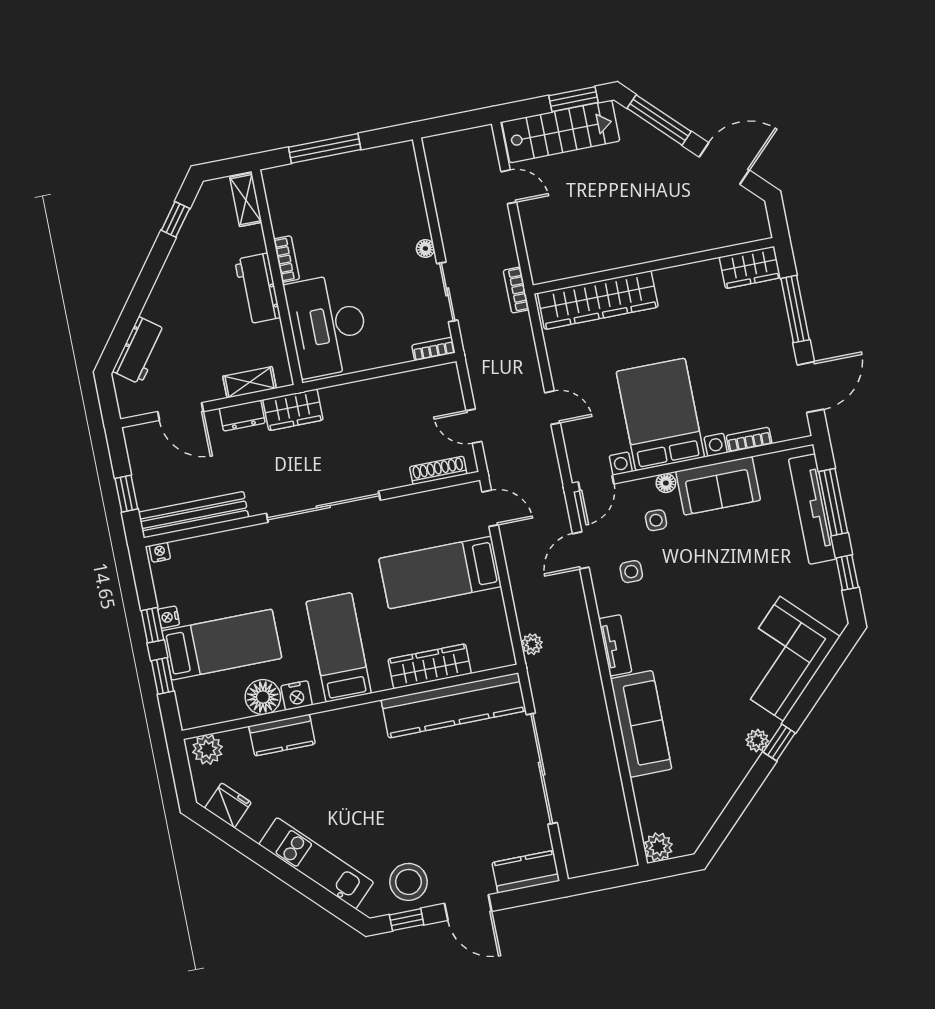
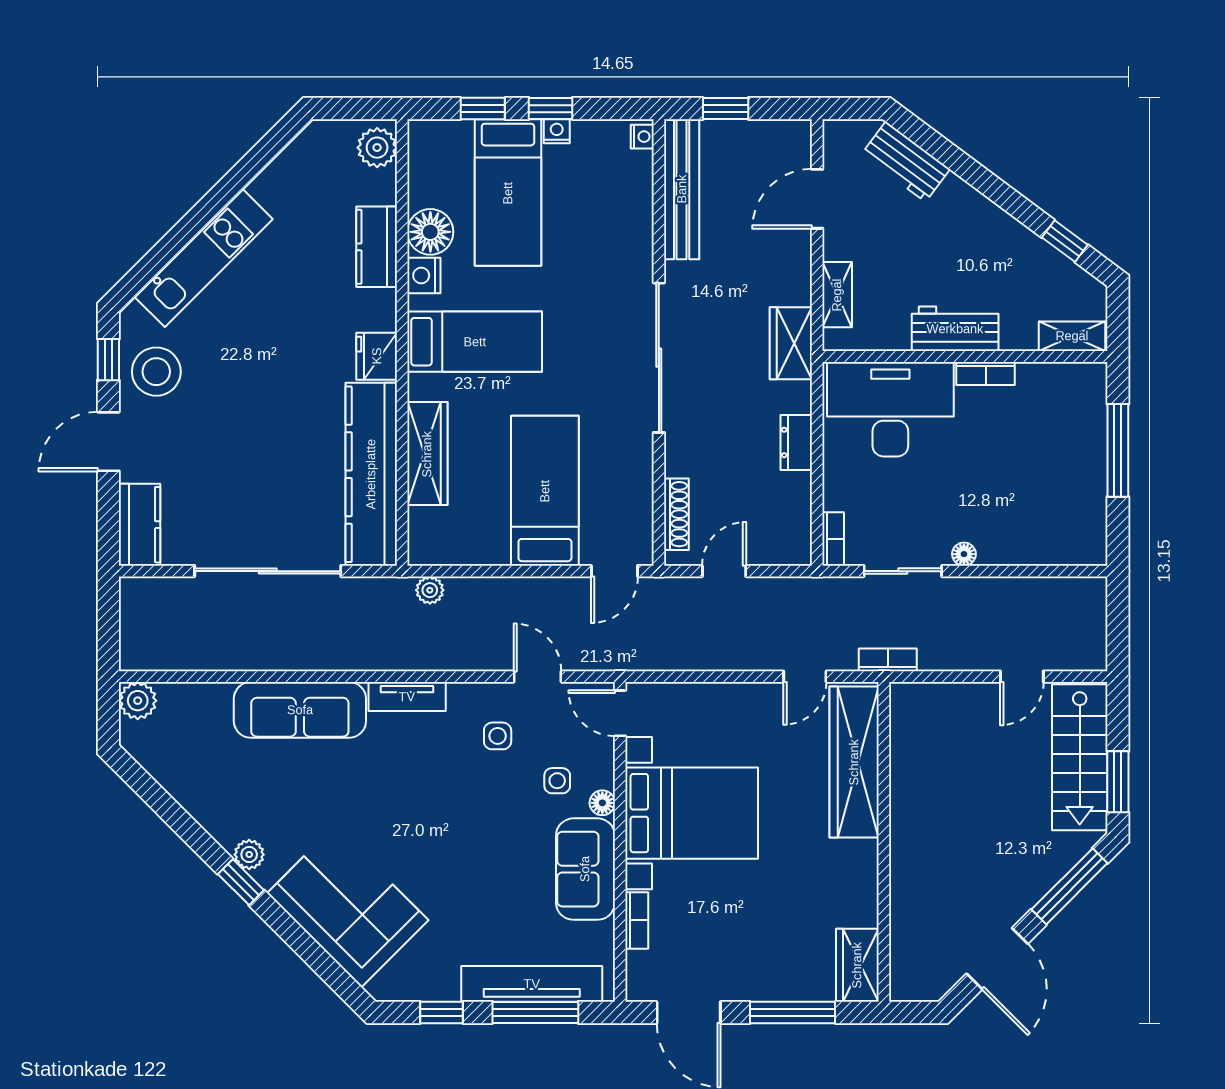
door: (552, 408) -> (805, 677), moved
dresser: (242, 416) -> (796, 442), moved
fridge: (228, 805) -> (377, 356), moved, turned 135

